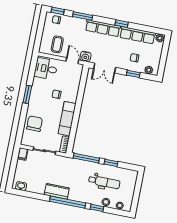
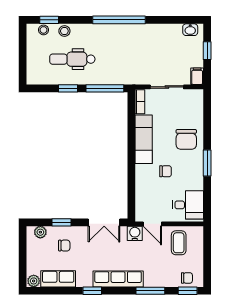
row of seats: (137, 35) -> (58, 279), width x0.68
double door: (105, 68) -> (104, 222), swing flipped
chair: (35, 124) -> (186, 139), moved
window: (12, 170) -> (207, 51), added
kitchen counter: (57, 191) -> (138, 32), removed
window: (97, 208) -> (49, 20), moved

